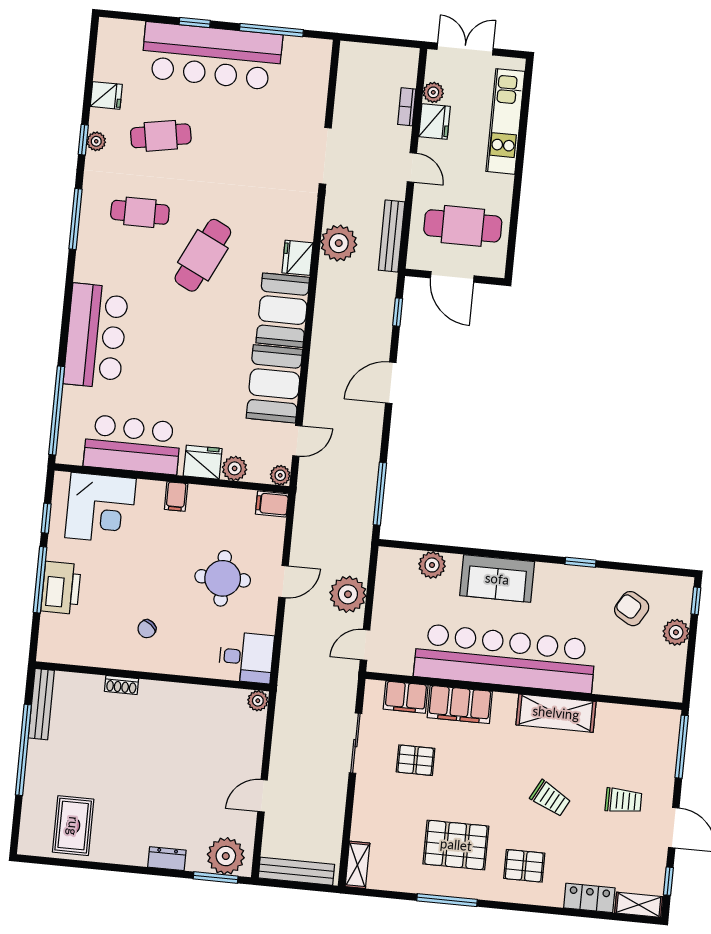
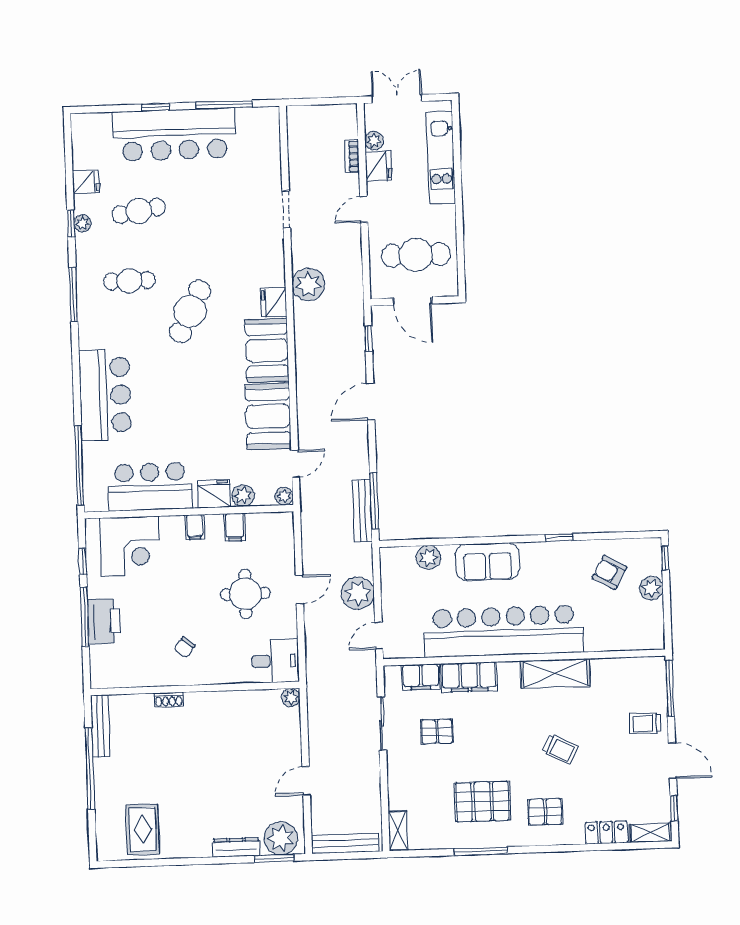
doorway: (325, 156) -> (286, 209), width x0.73
door: (412, 167) -> (364, 209), swing flipped
bench: (392, 236) -> (362, 510), moved
filing cabinet: (272, 504) -> (235, 527), moved, turned -90
trolley: (623, 801) -> (645, 723), moved, turned 180
dresser: (167, 859) -> (236, 847), width x1.44

